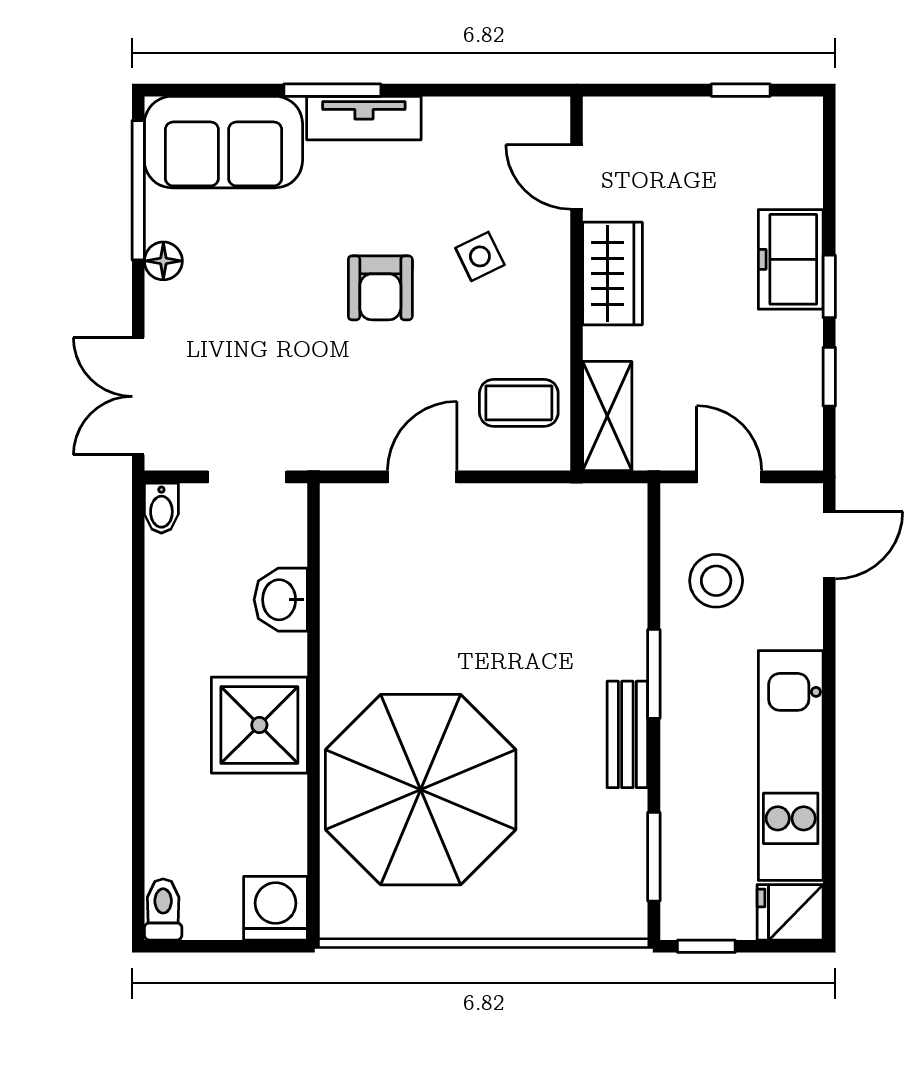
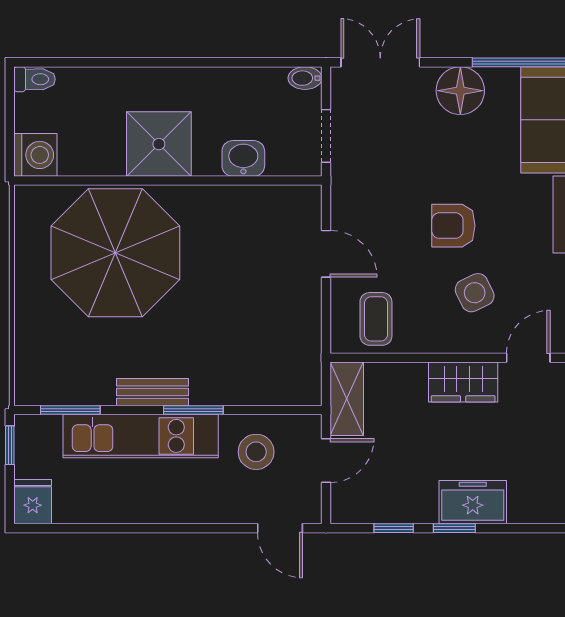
side table: (480, 256) -> (475, 293), width x1.37, depth x1.37
floor lamp: (163, 261) -> (460, 91), width x1.89, depth x1.89
shelving: (607, 416) -> (347, 399), moved, turned 90
kitchen unit: (791, 765) -> (141, 436), moved, turned 180

